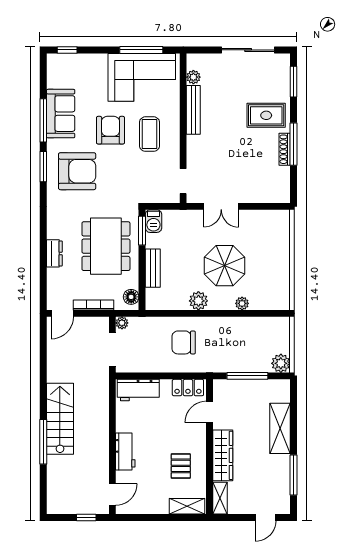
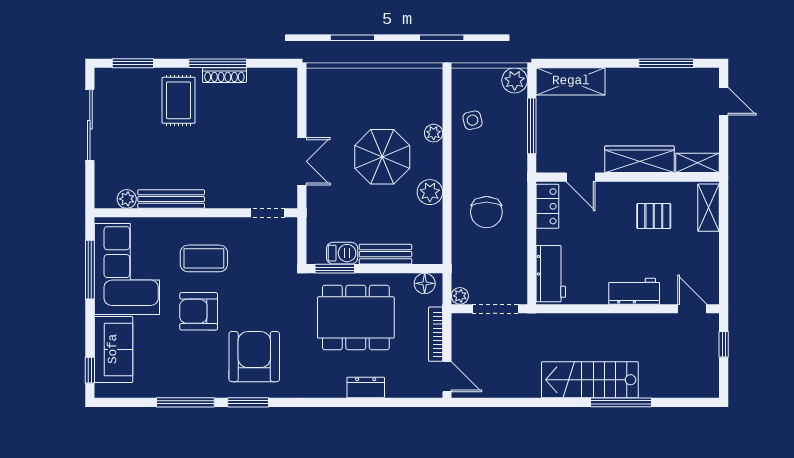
sofa: (61, 114) -> (113, 349), moved, turned 90
barbecue: (153, 221) -> (342, 253), moved
side table: (252, 332) -> (472, 120), added
shelving: (280, 428) -> (571, 81), moved

